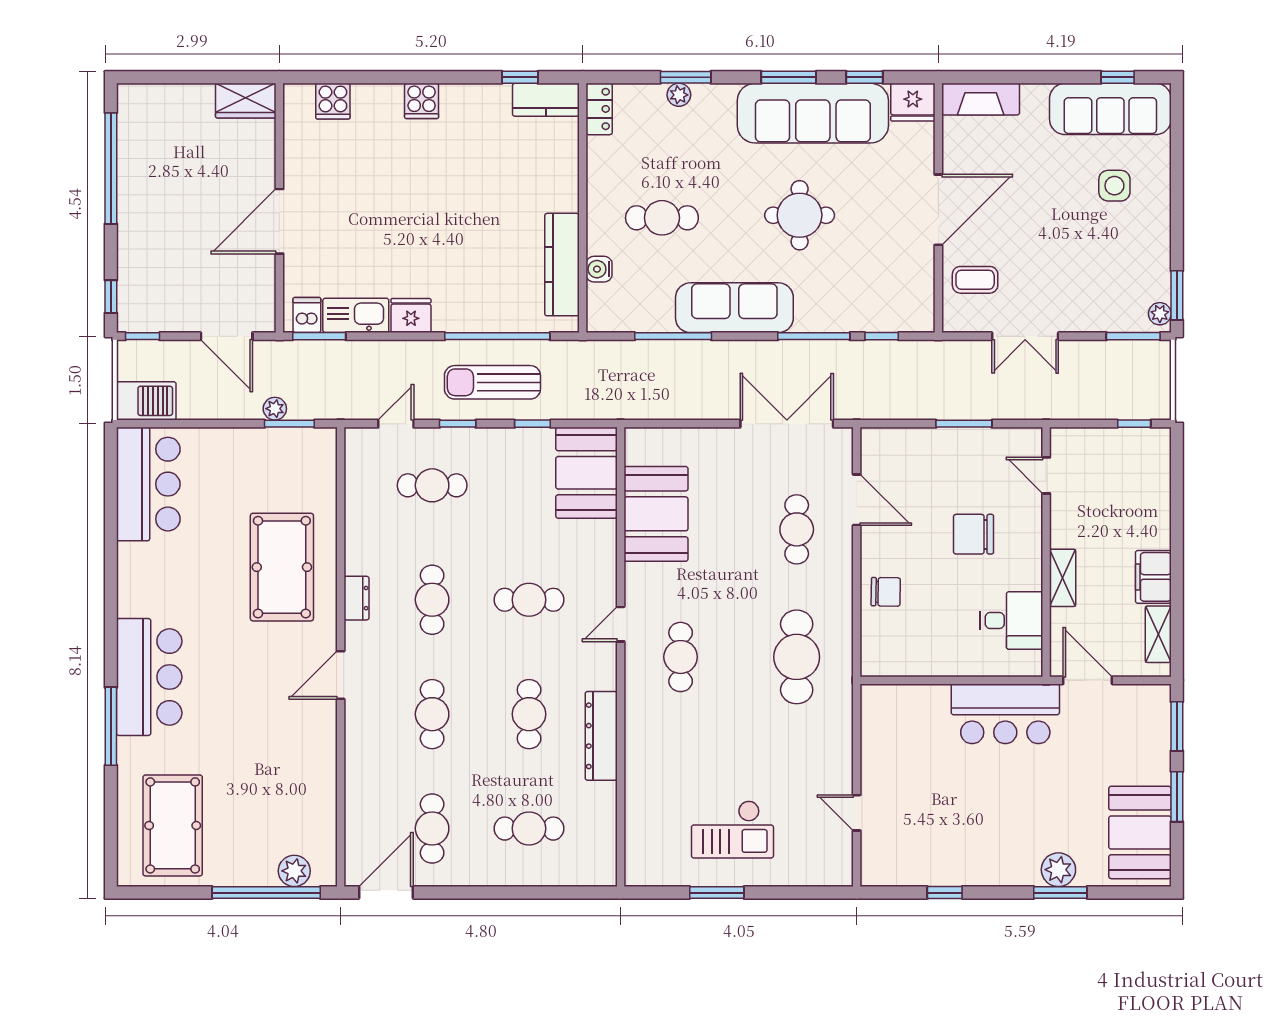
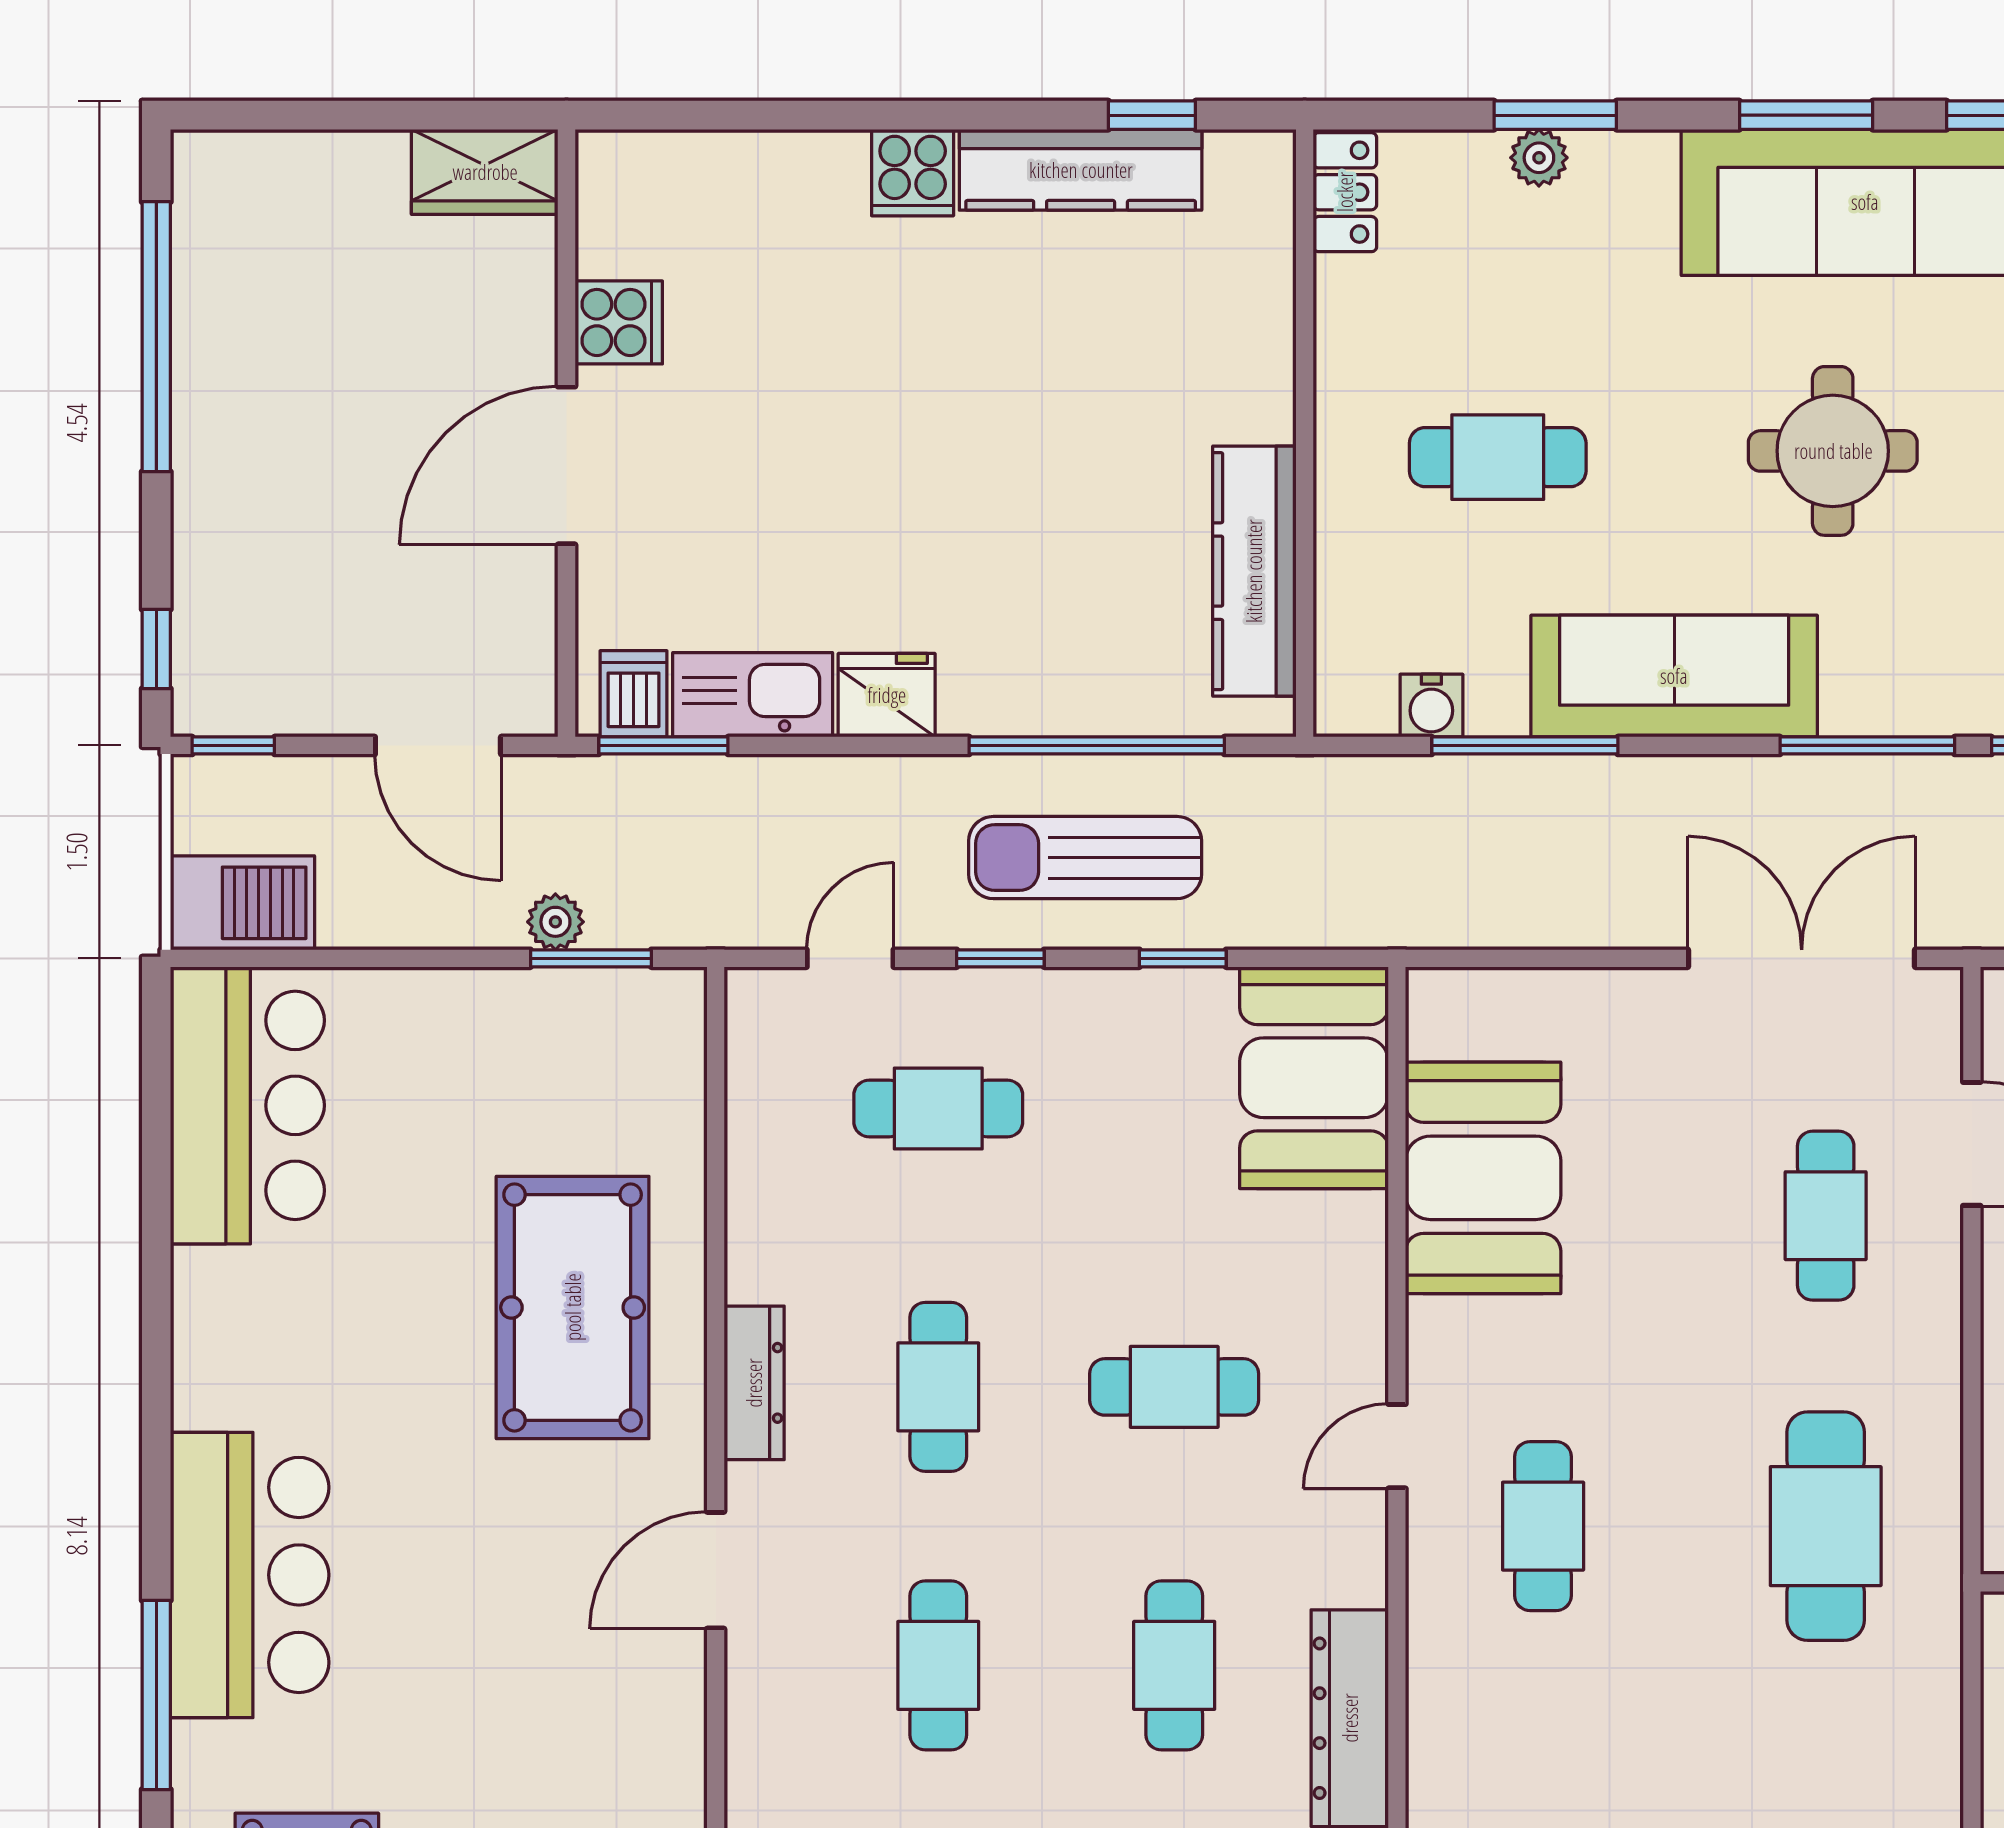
kitchen counter: (546, 100) -> (1081, 170), moved, width x1.50
cooker: (333, 101) -> (619, 322), moved, turned -90
water cooler: (599, 269) -> (1431, 706), moved, turned -90
dresser: (356, 598) -> (754, 1383), width x1.44

